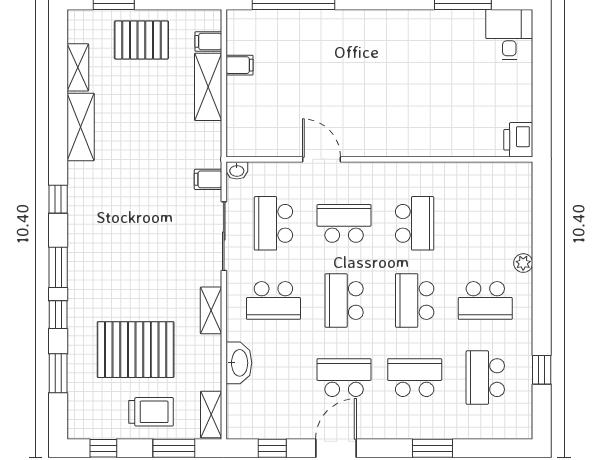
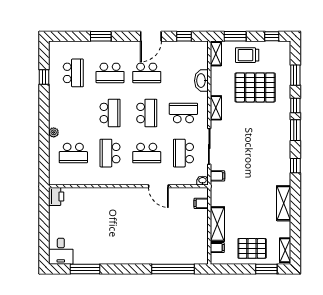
filing cabinet: (239, 65) -> (201, 203), moved
shelving: (78, 67) -> (285, 250), moved
school desk: (273, 223) -> (183, 153), turned 180
school desk: (485, 300) -> (73, 153), moved, turned 180

